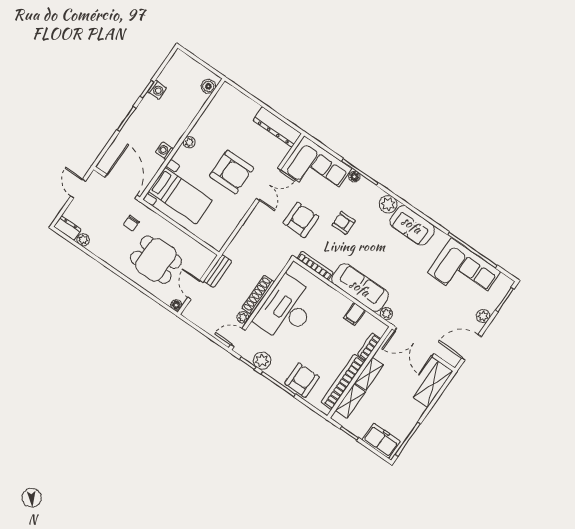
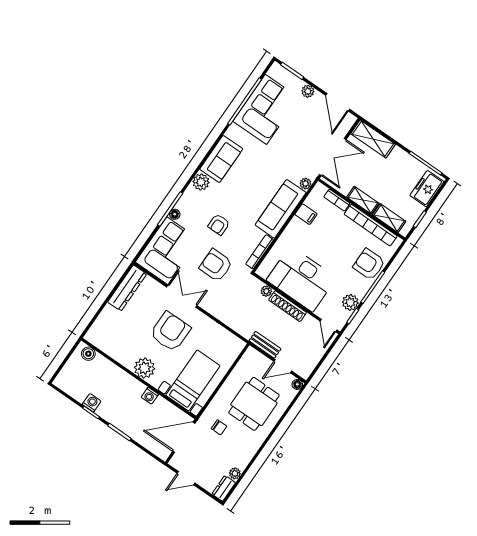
plant: (189, 142) -> (145, 368), width x1.87, depth x1.87
plant: (243, 317) -> (266, 291), moved

